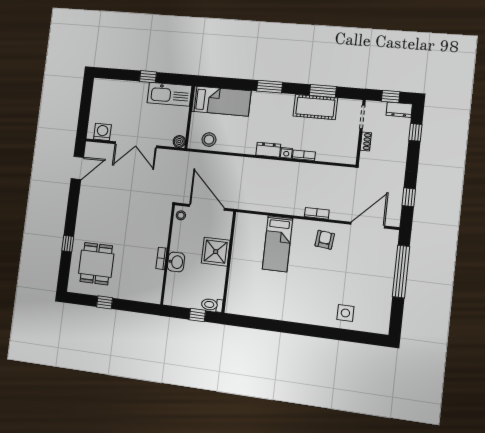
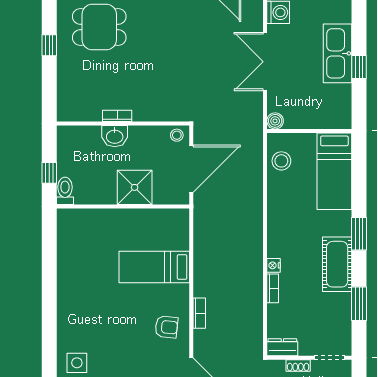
kitchen sink: (169, 94) -> (338, 53), moved
cot: (315, 107) -> (337, 264), moved
dresser: (268, 150) -> (282, 347), moved, turned -90

